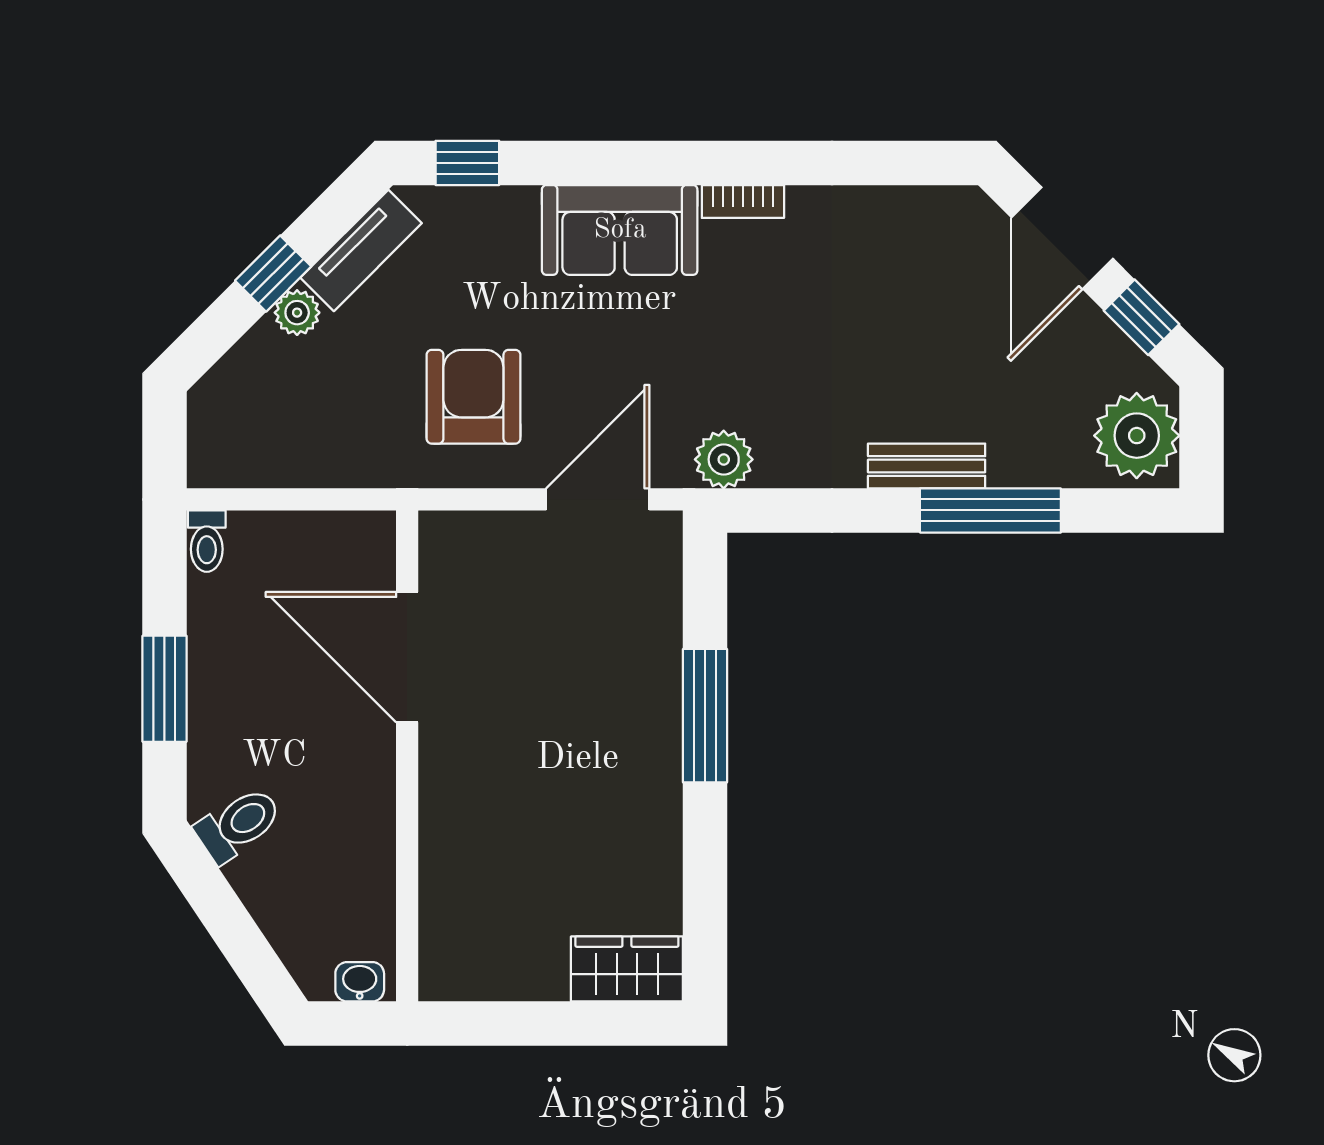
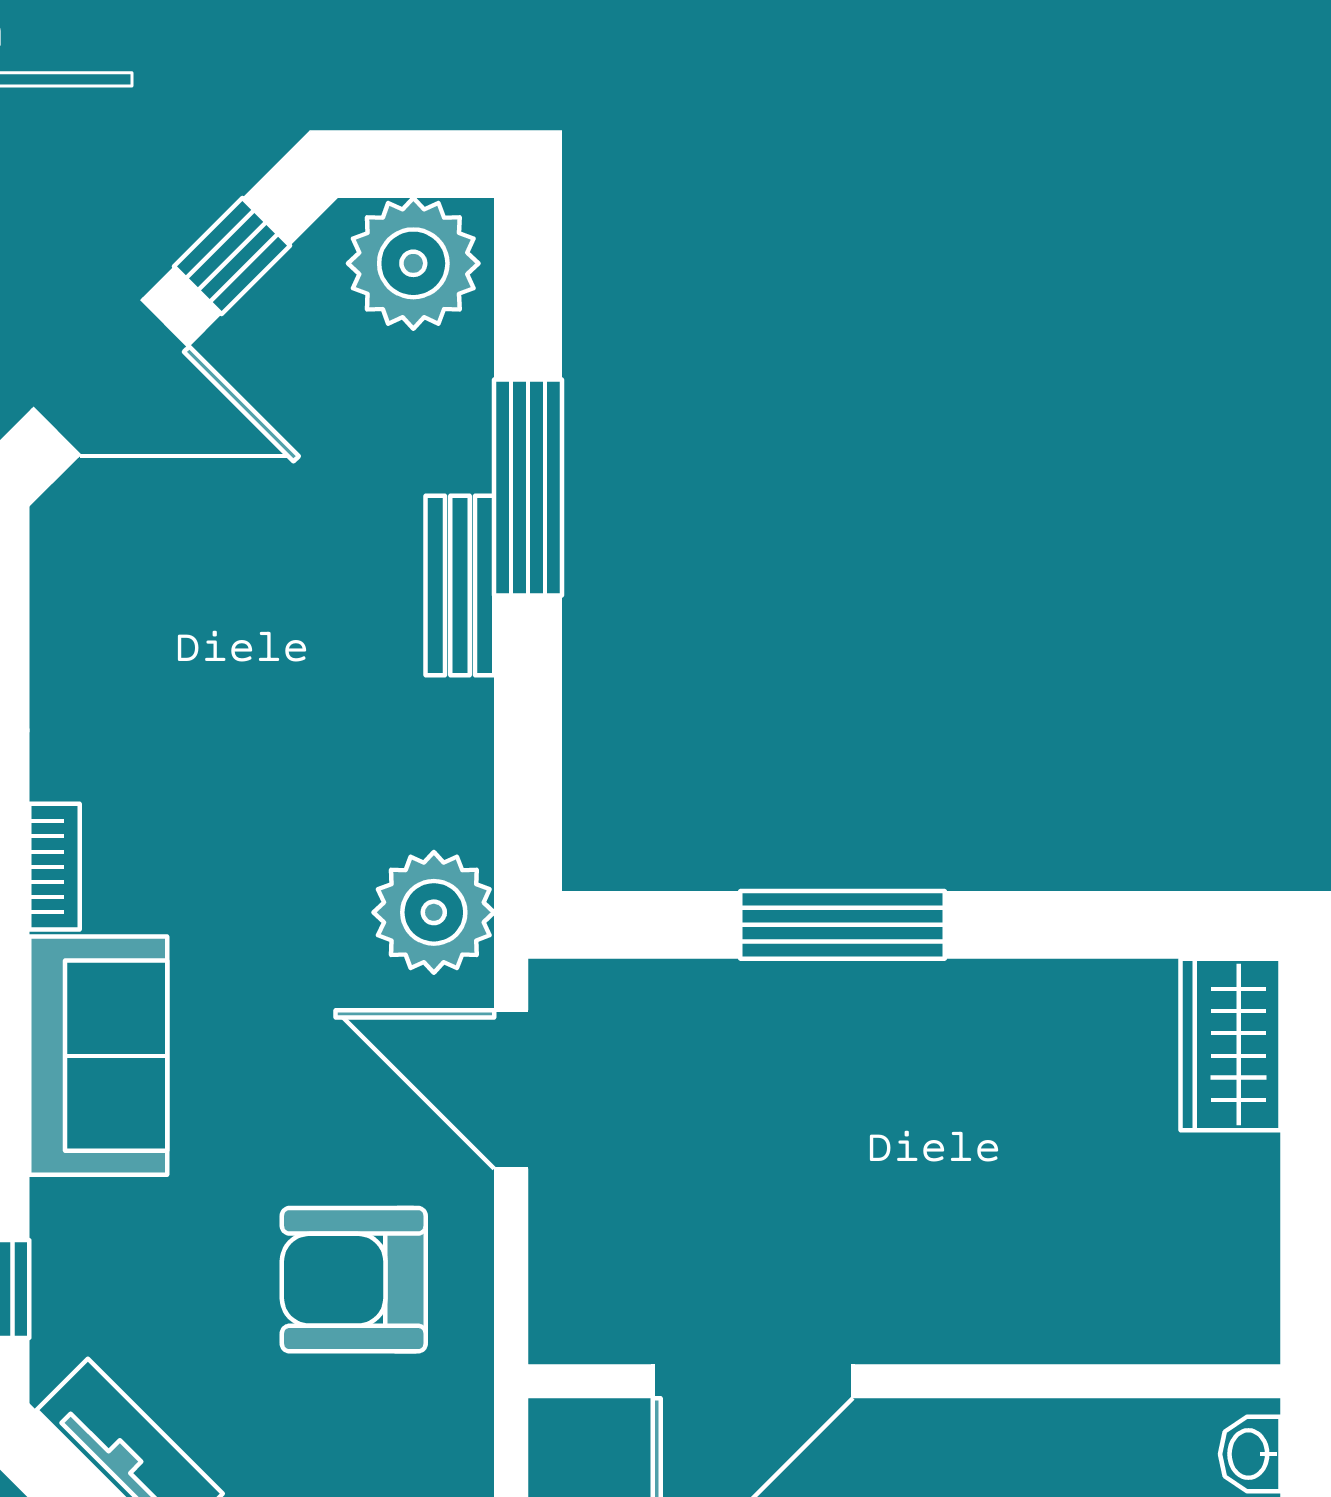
plant: (724, 459) -> (434, 912), width x1.36, depth x1.36

